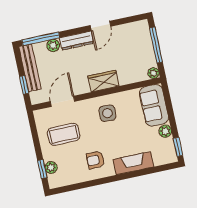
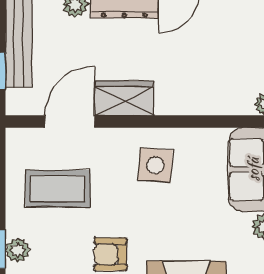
wardrobe: (103, 81) -> (124, 98), moved

